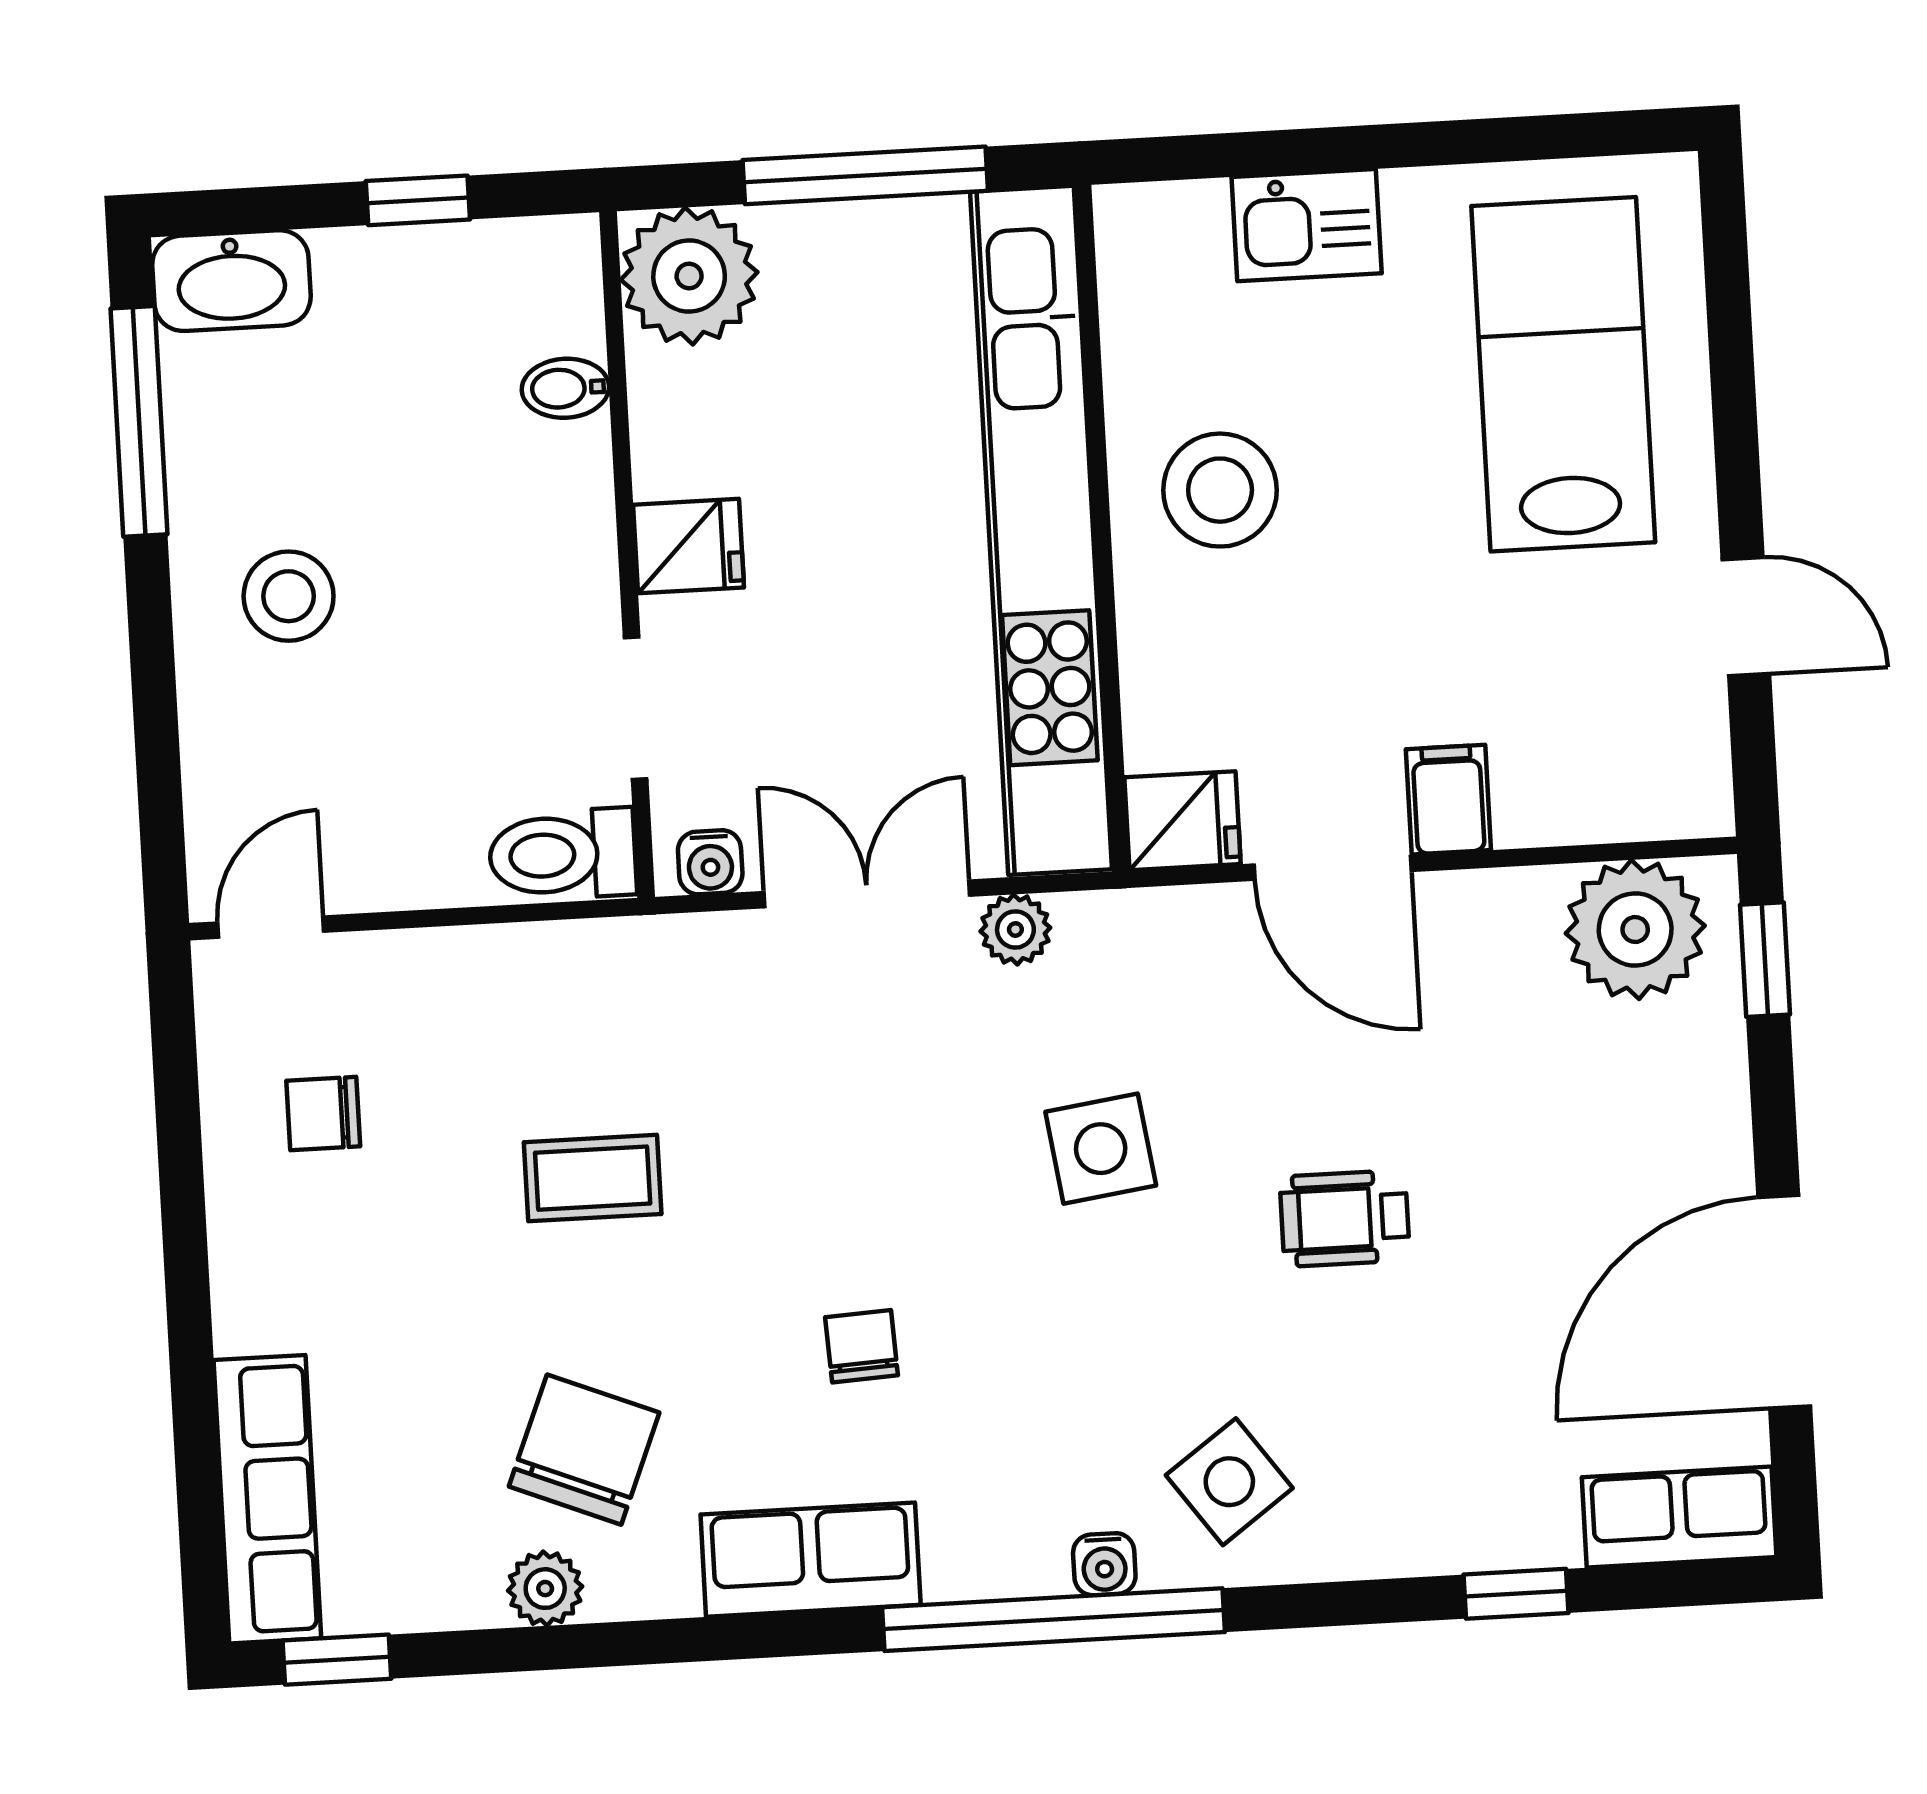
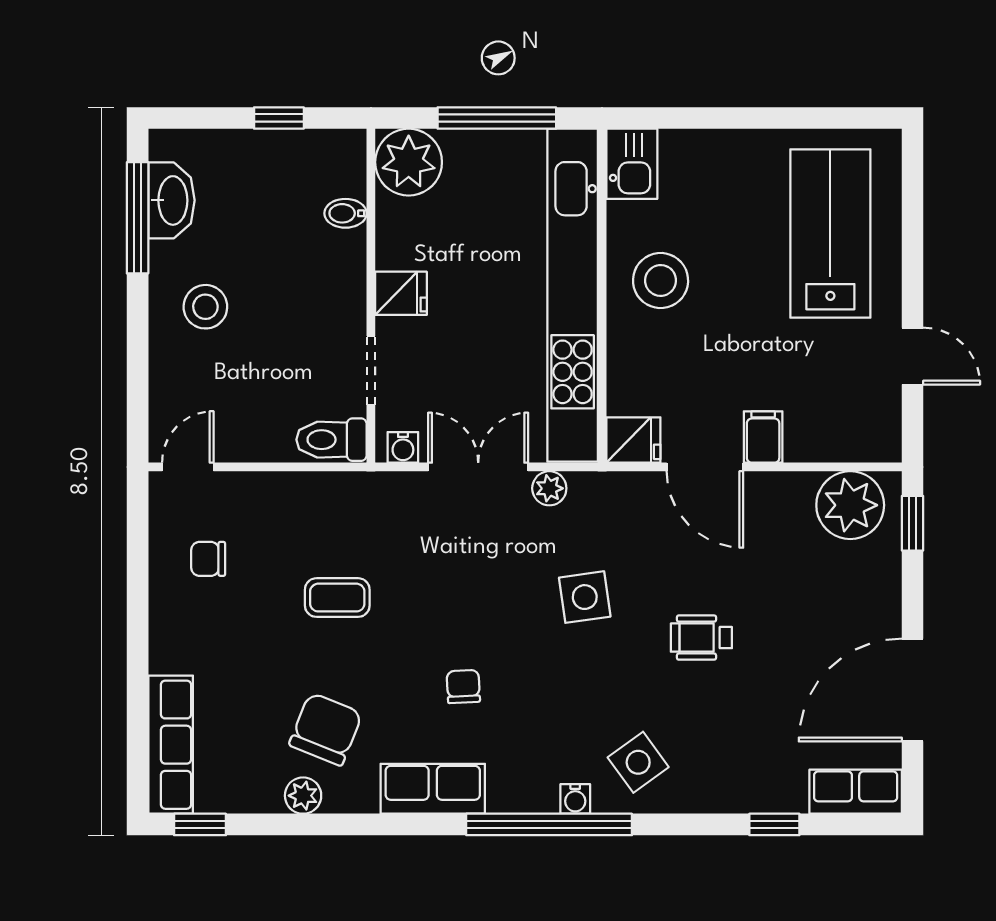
kitchen sink: (1307, 225) -> (632, 164), moved, turned -90
washbasin: (231, 281) -> (171, 200), moved, turned -90

